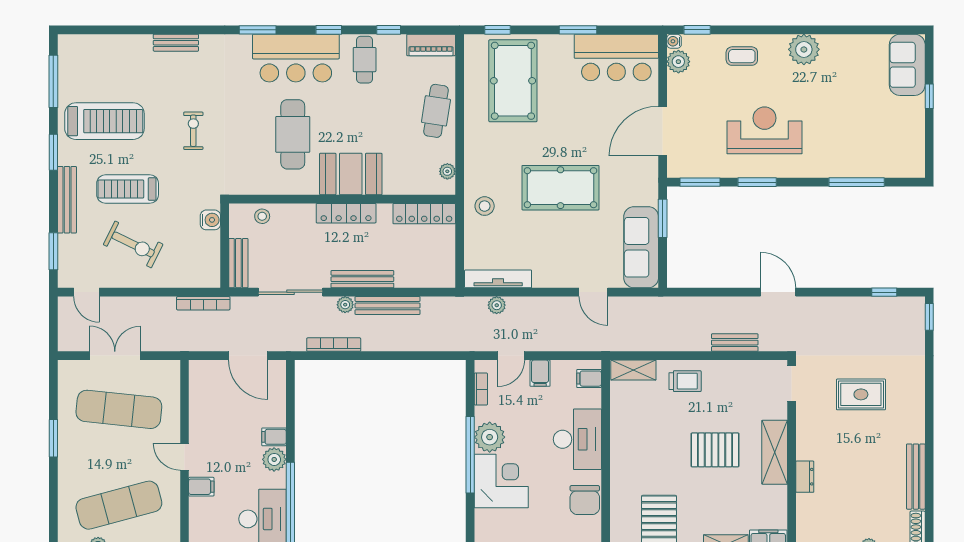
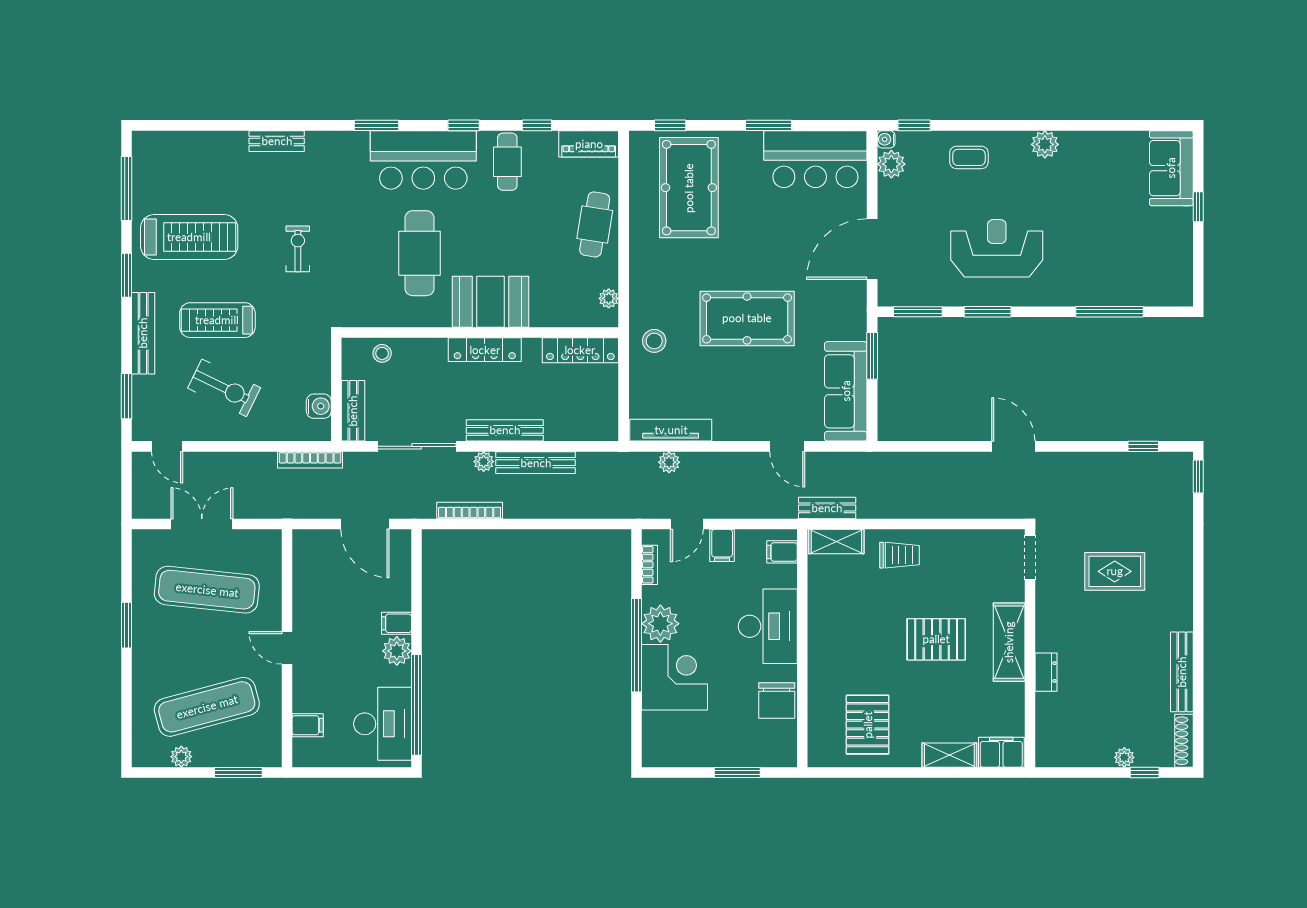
plant: (804, 49) -> (1045, 144), width x0.73, depth x0.73
water cooler: (210, 220) -> (319, 406), moved
bench: (735, 343) -> (827, 508), moved
filing cabinet: (201, 487) -> (308, 725), moved

